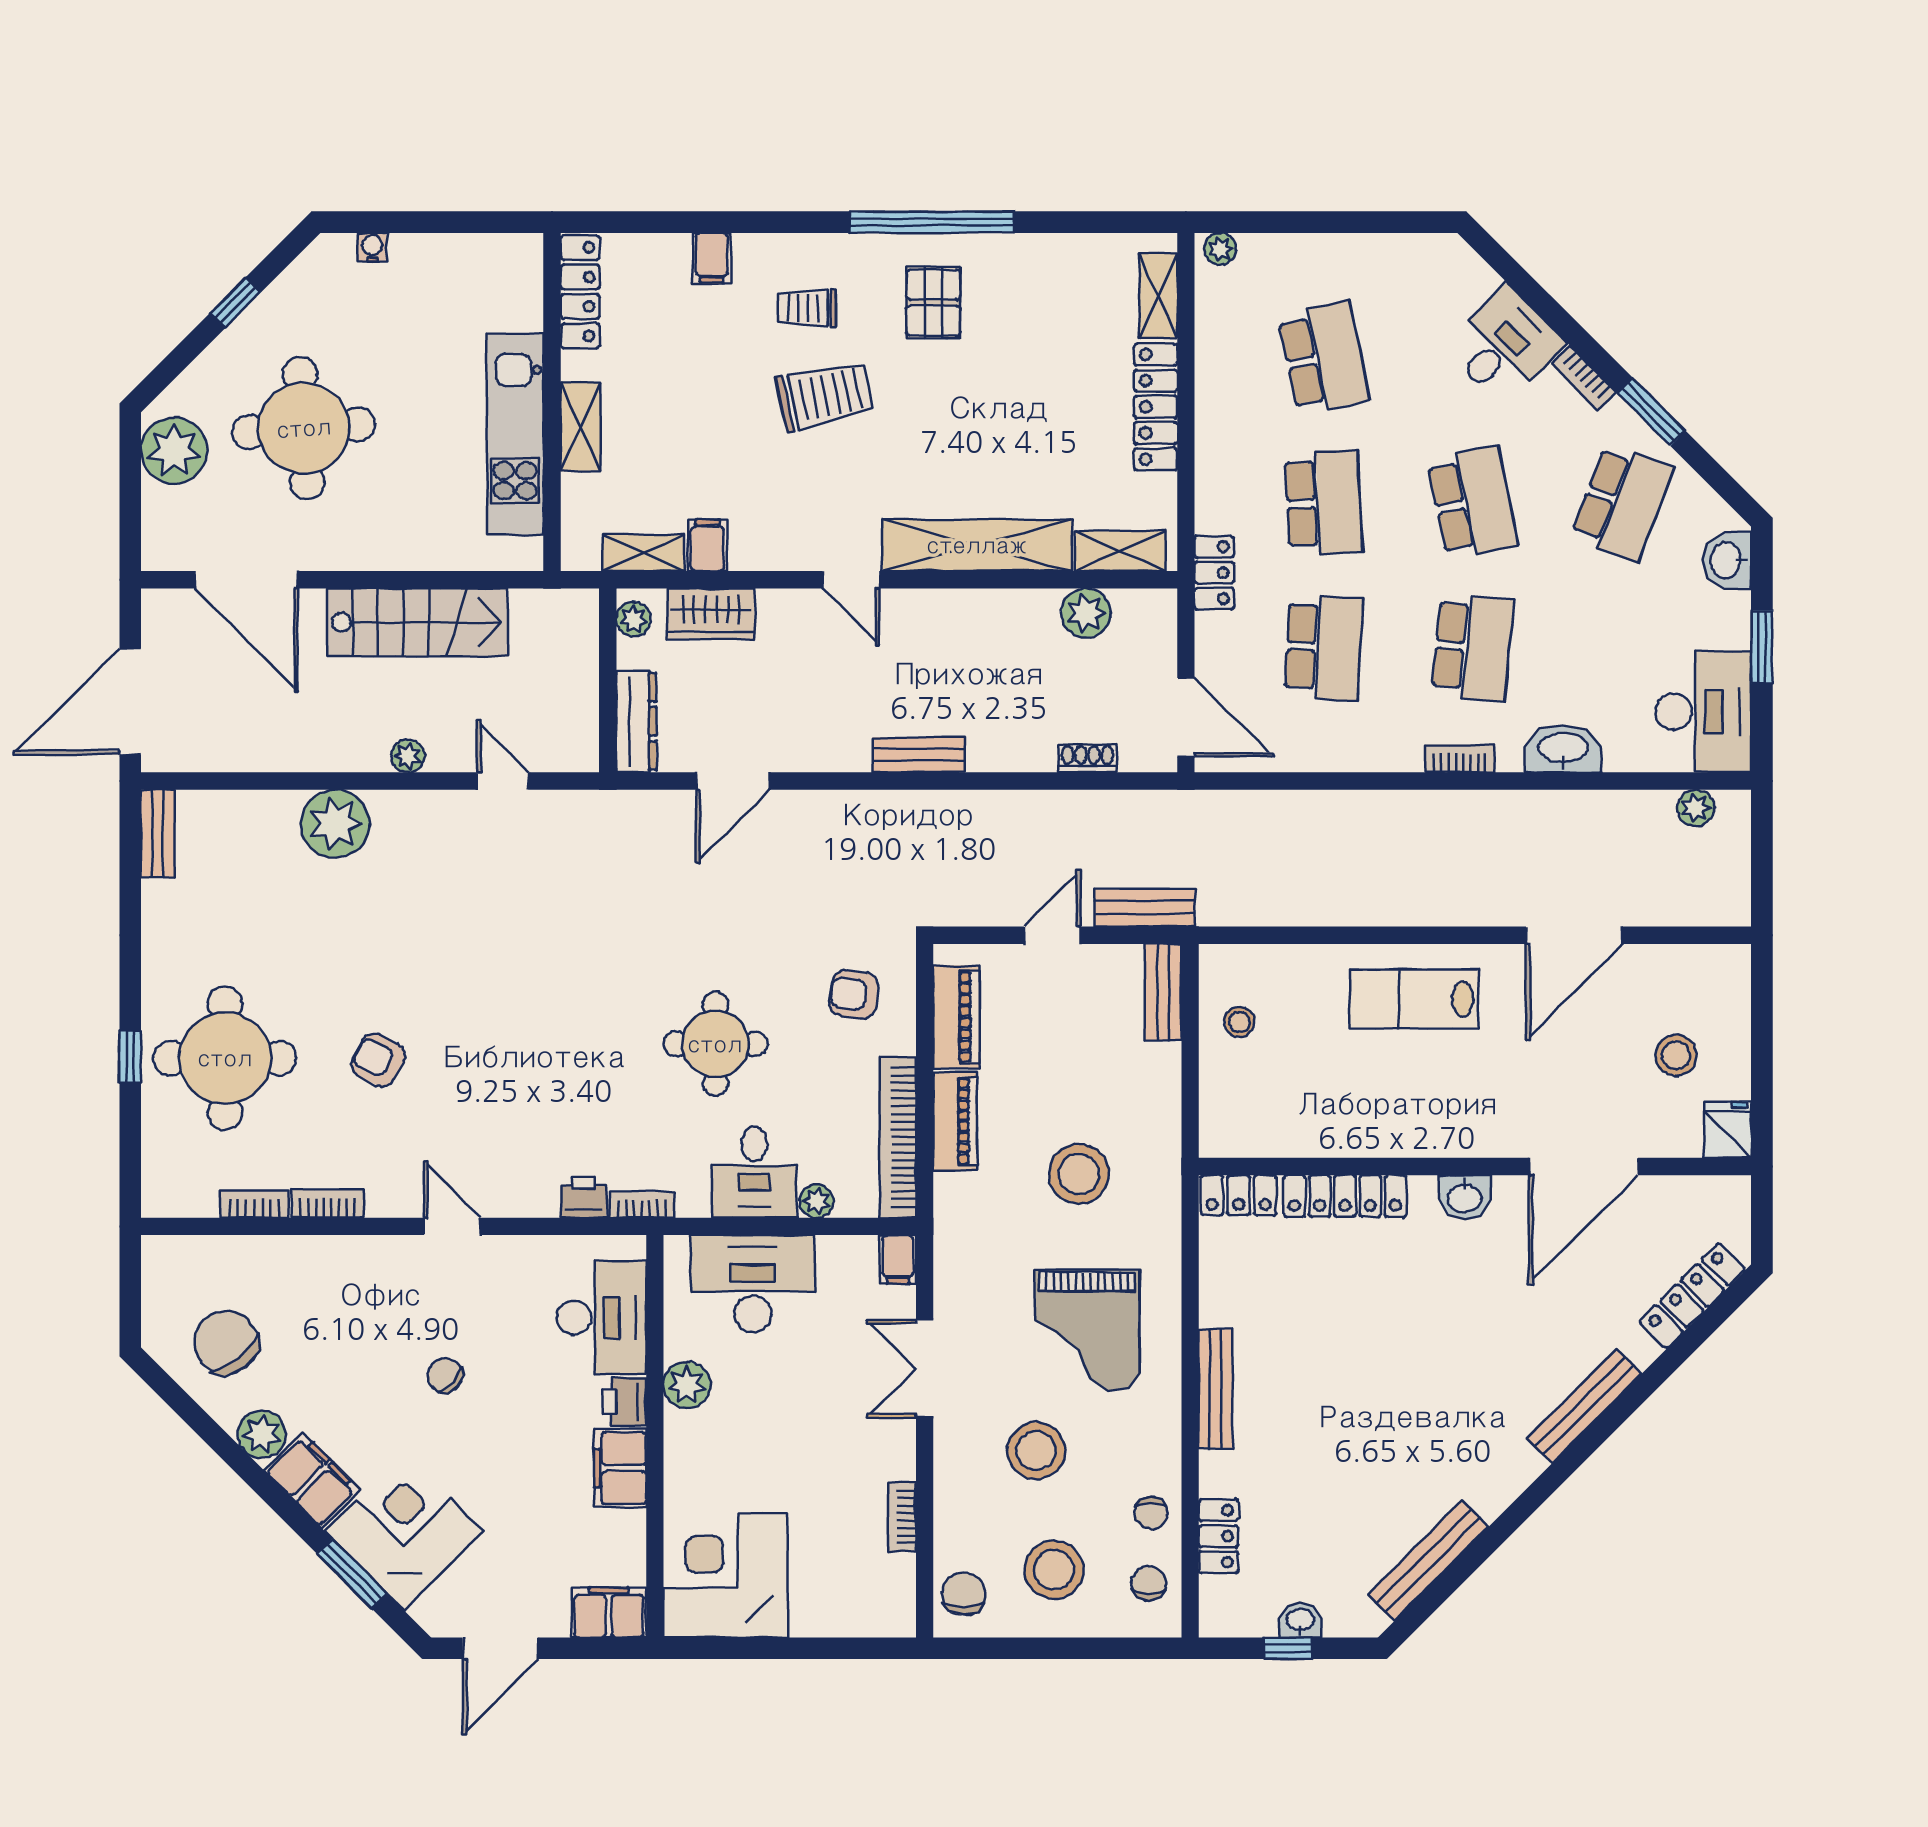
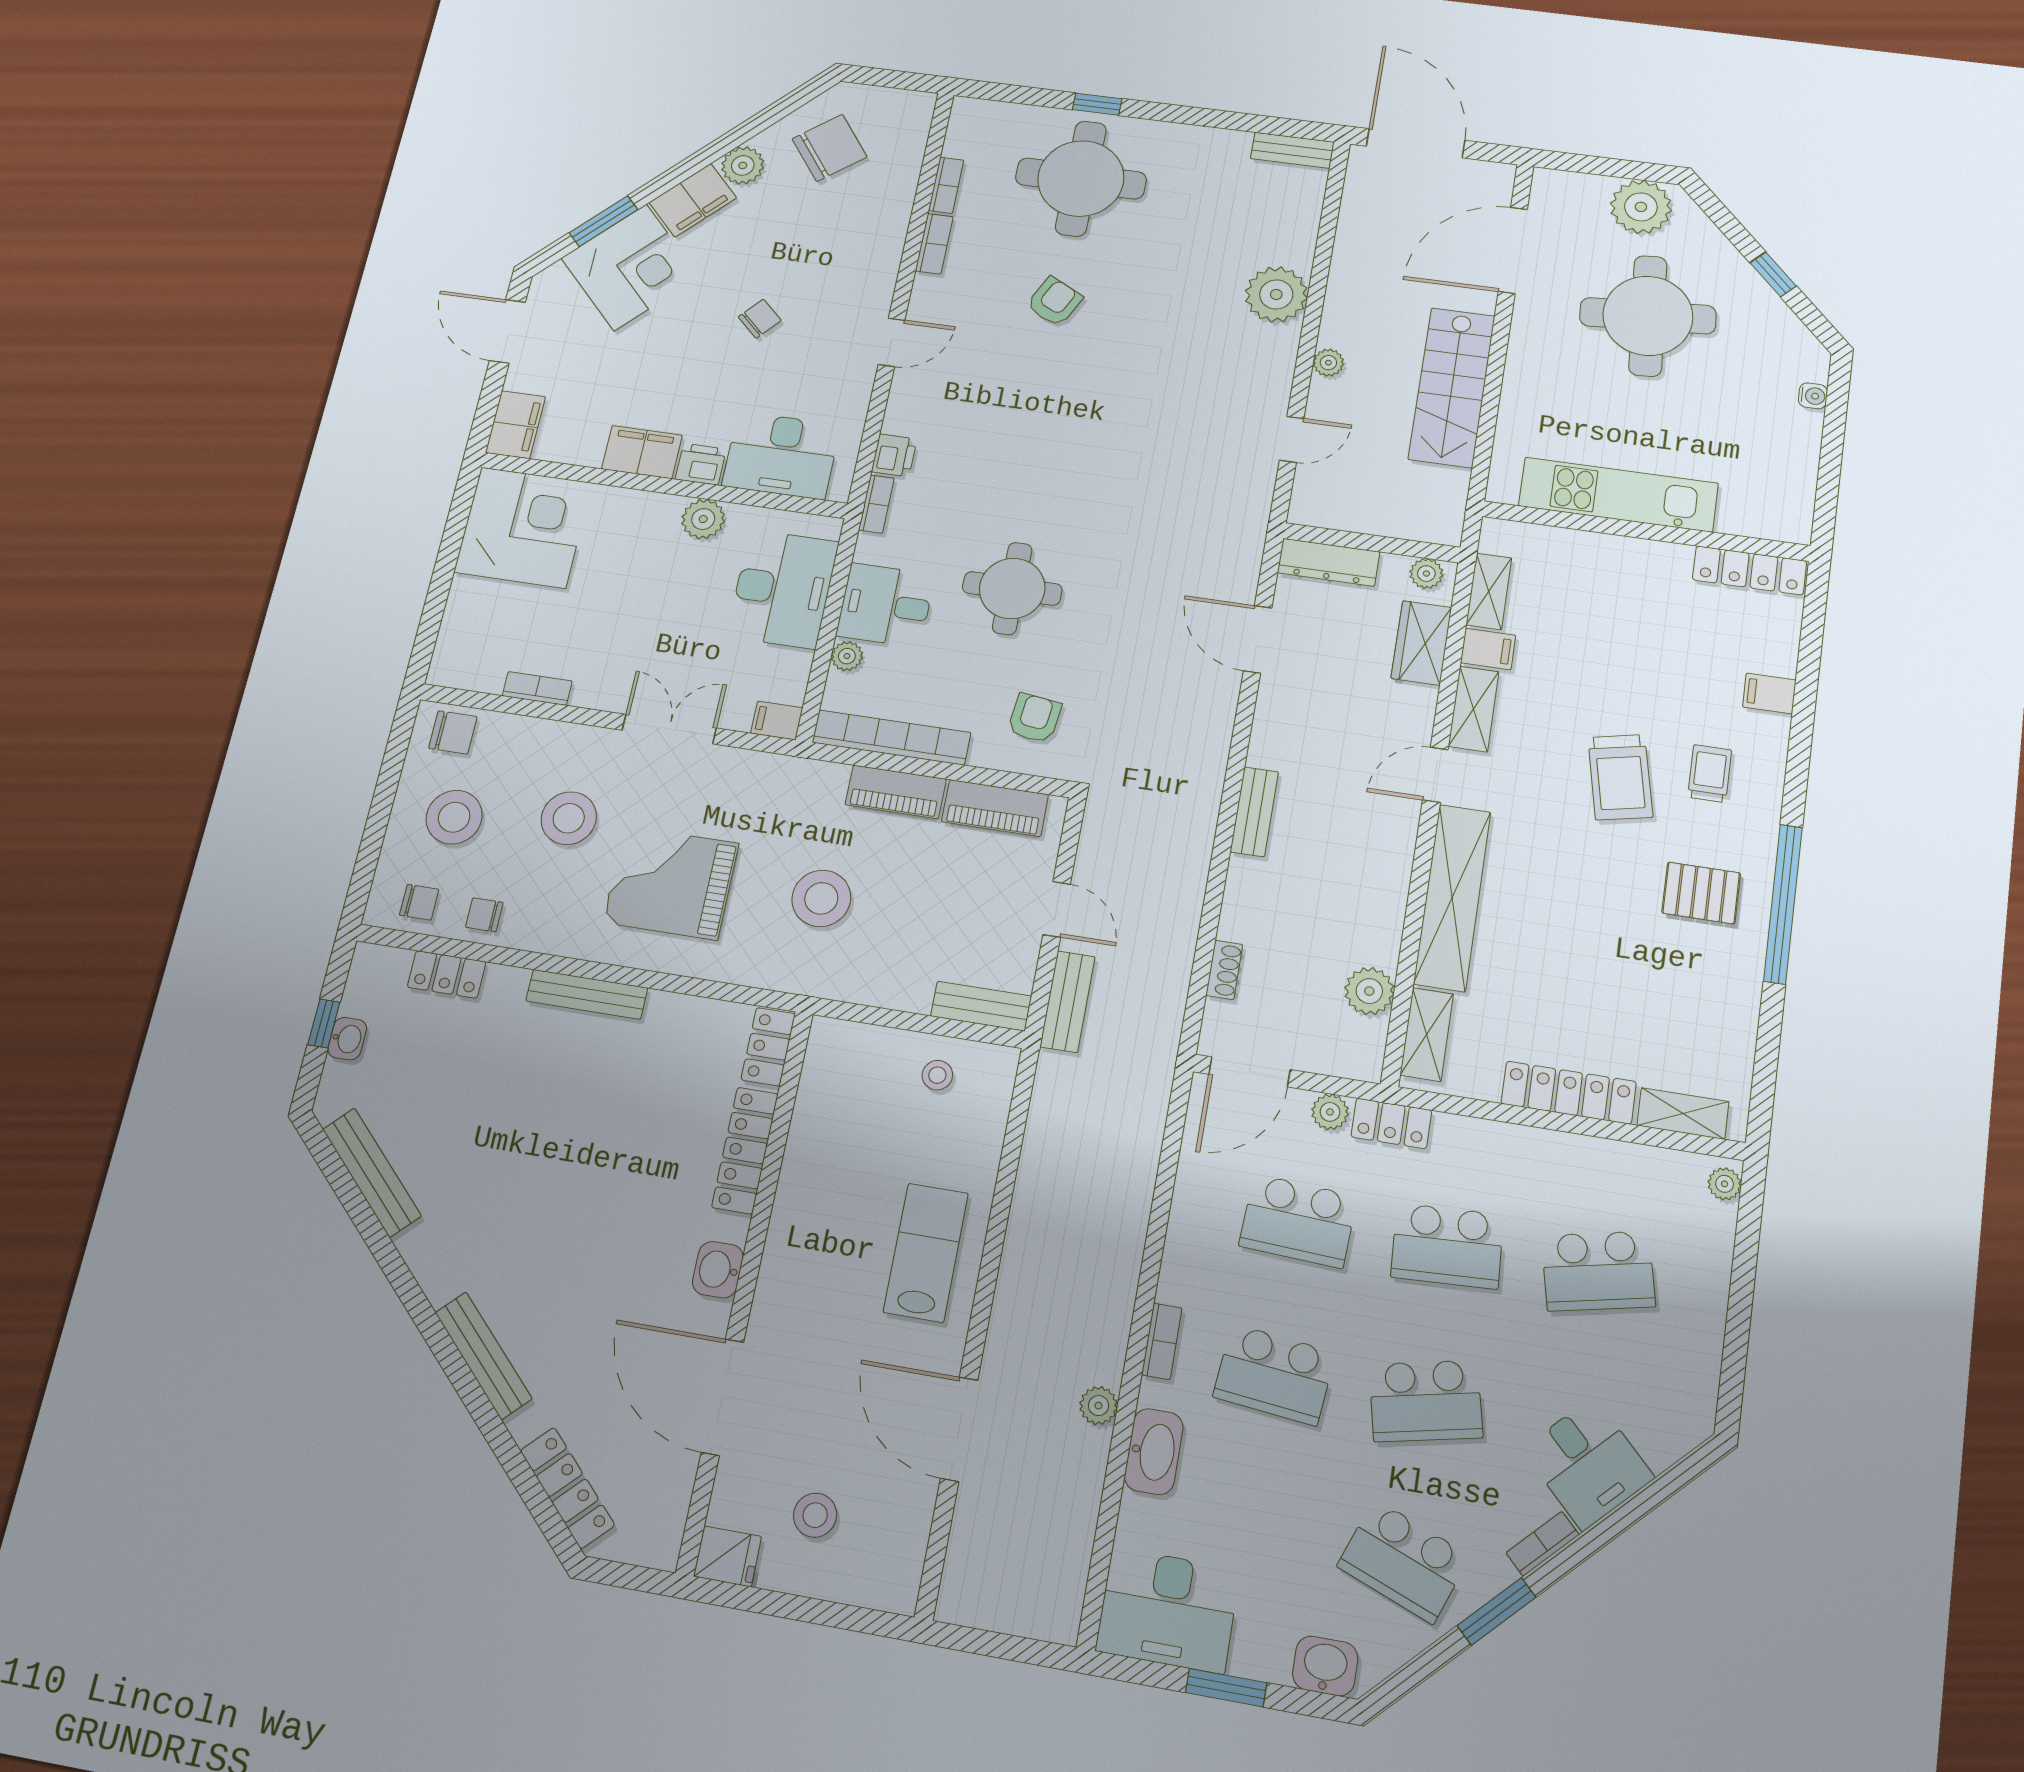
shelving: (581, 427) -> (1474, 709), moved, turned 90
plant: (1213, 633) -> (1330, 1112), added
plant: (1696, 808) -> (1099, 1406), moved

